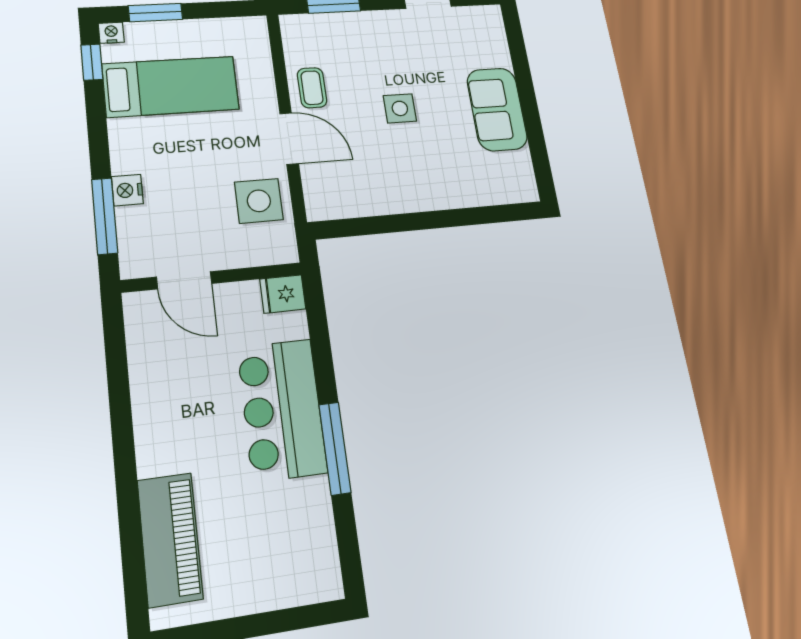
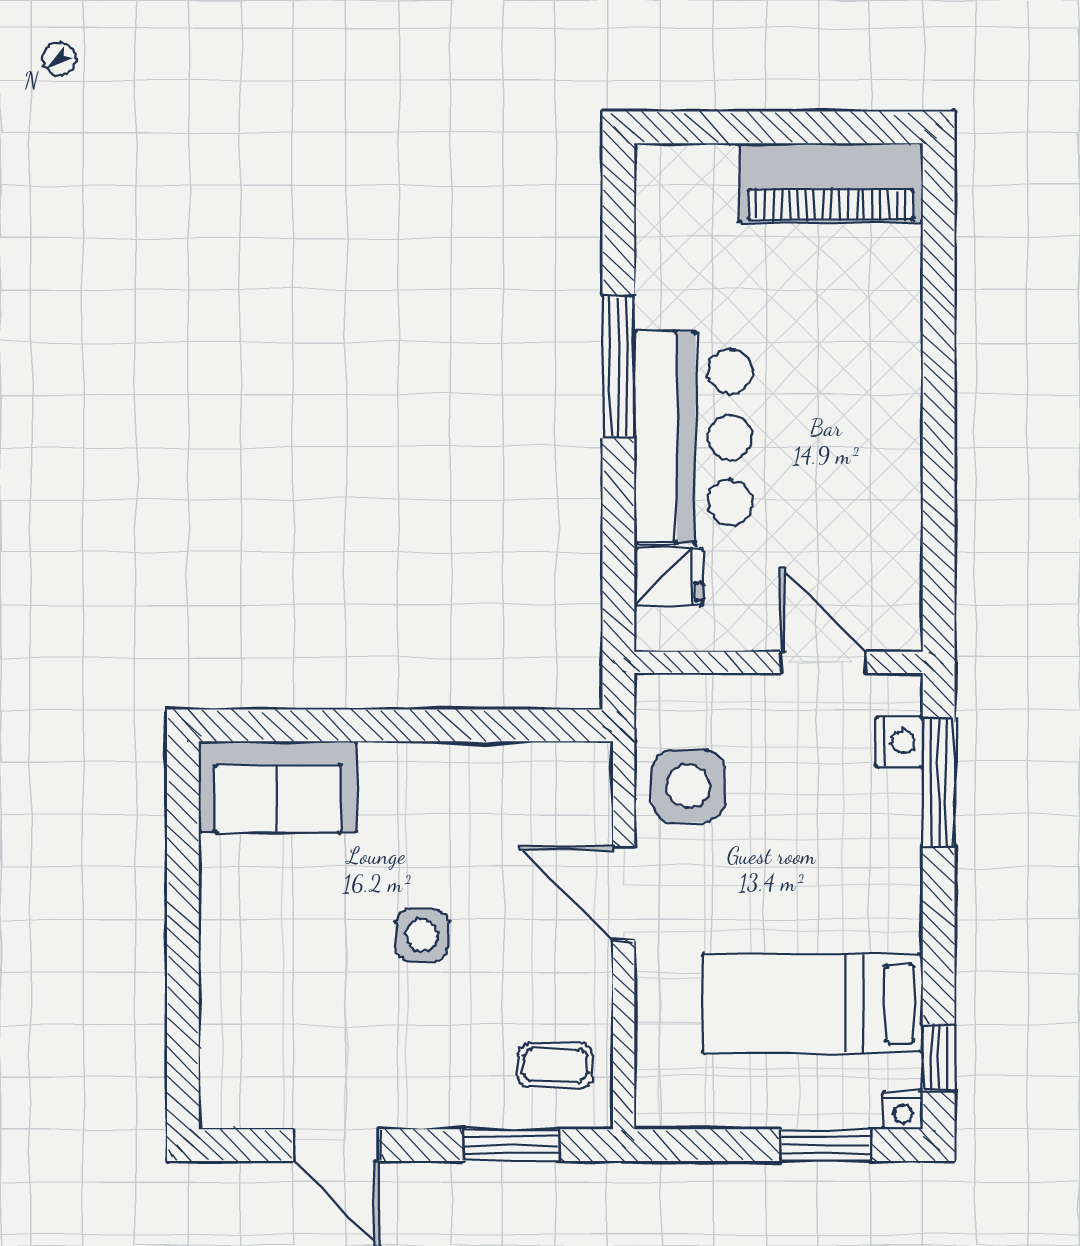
coffee table: (312, 88) -> (555, 1065), moved, turned 90
sofa: (497, 109) -> (278, 787), moved, turned 90
nightstand: (127, 190) -> (899, 742), moved
fridge: (283, 294) -> (669, 577), moved
piano: (170, 539) -> (831, 183), moved, turned -90

